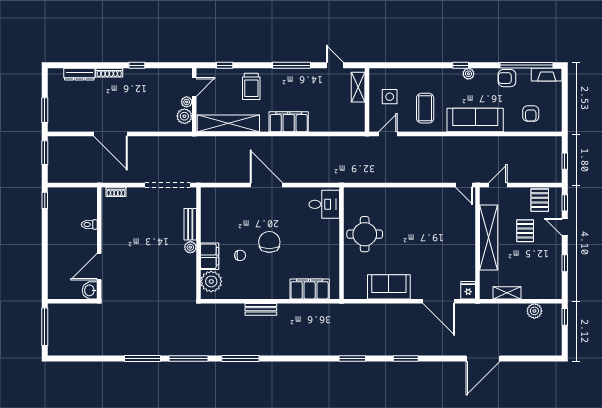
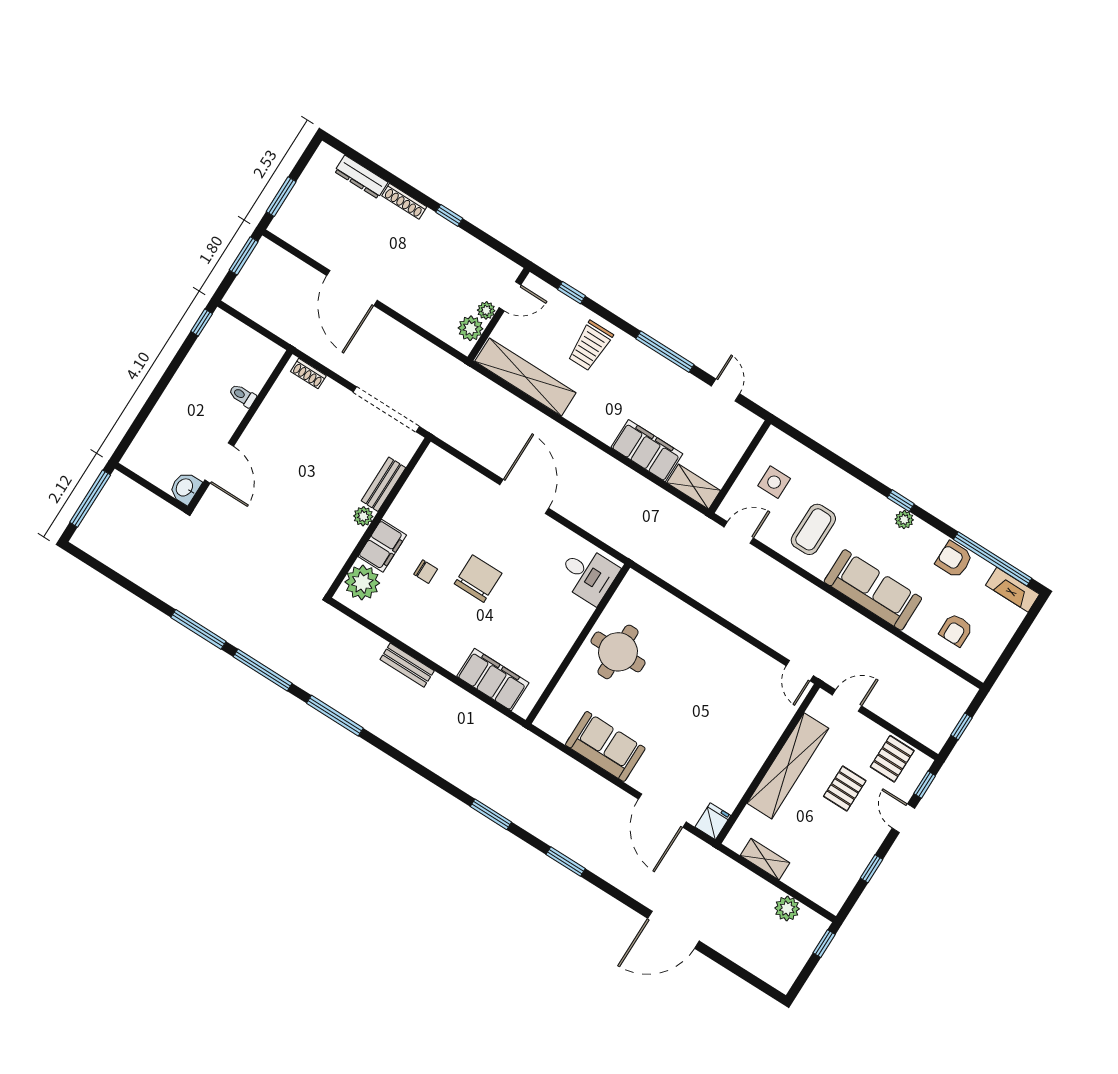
shelving: (358, 87) -> (694, 487), moved, turned 90
filing cabinet: (289, 122) -> (647, 451), moved
door: (99, 267) -> (219, 463), swing flipped

